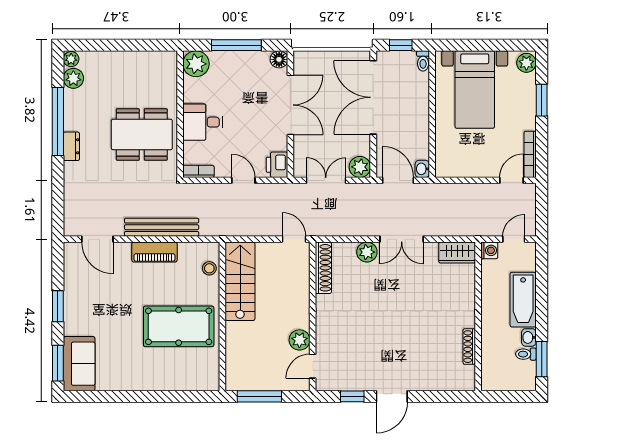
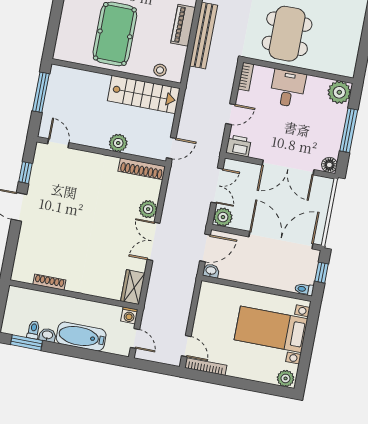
window: (542, 100) -> (251, 385), removed
plant: (299, 340) -> (118, 143), moved

